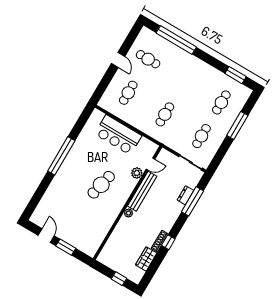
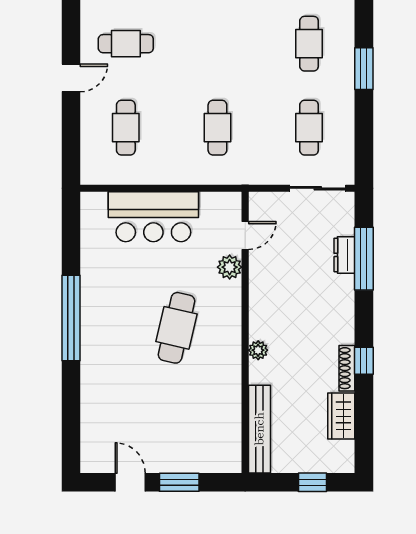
door: (118, 60) -> (71, 78), hinge flipped
window: (237, 125) -> (364, 69), width x0.69
bench: (142, 191) -> (259, 429), moved

